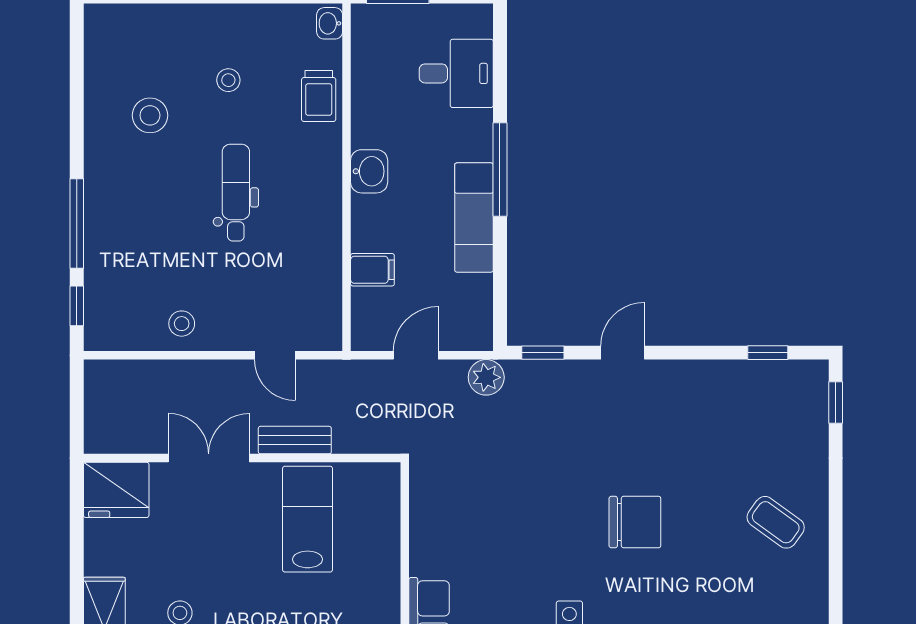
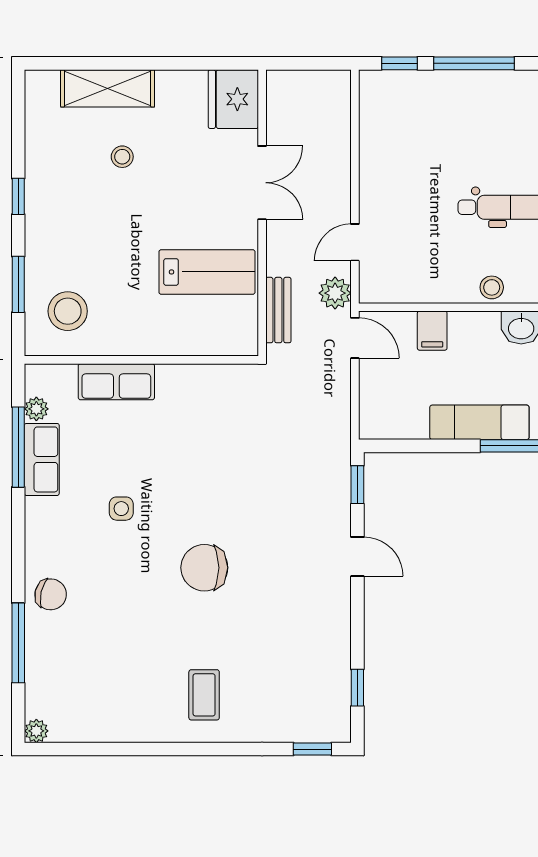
stool: (182, 324) -> (492, 287), moved
door: (416, 355) -> (355, 338), moved
plant: (486, 377) -> (335, 293), moved
bench: (295, 440) -> (278, 310), moved
chair: (635, 522) -> (204, 568), turned 90
coffee table: (776, 522) -> (204, 695), turned -36

